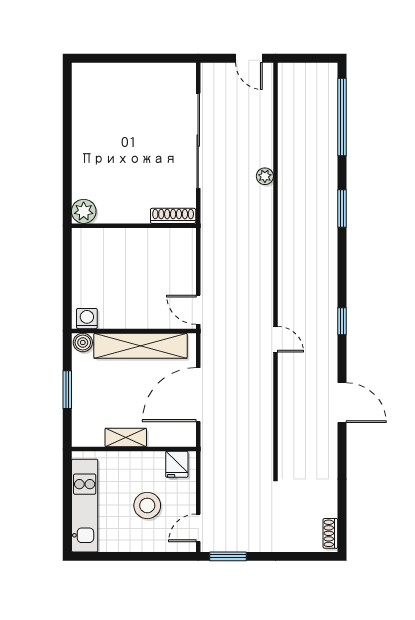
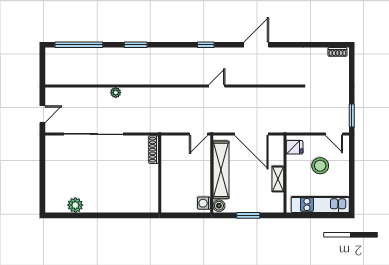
door: (249, 58) -> (42, 114), moved
plant: (84, 211) -> (75, 205), moved
shoe rack: (173, 216) -> (154, 150), moved
wall: (134, 226) -> (160, 174), moved

